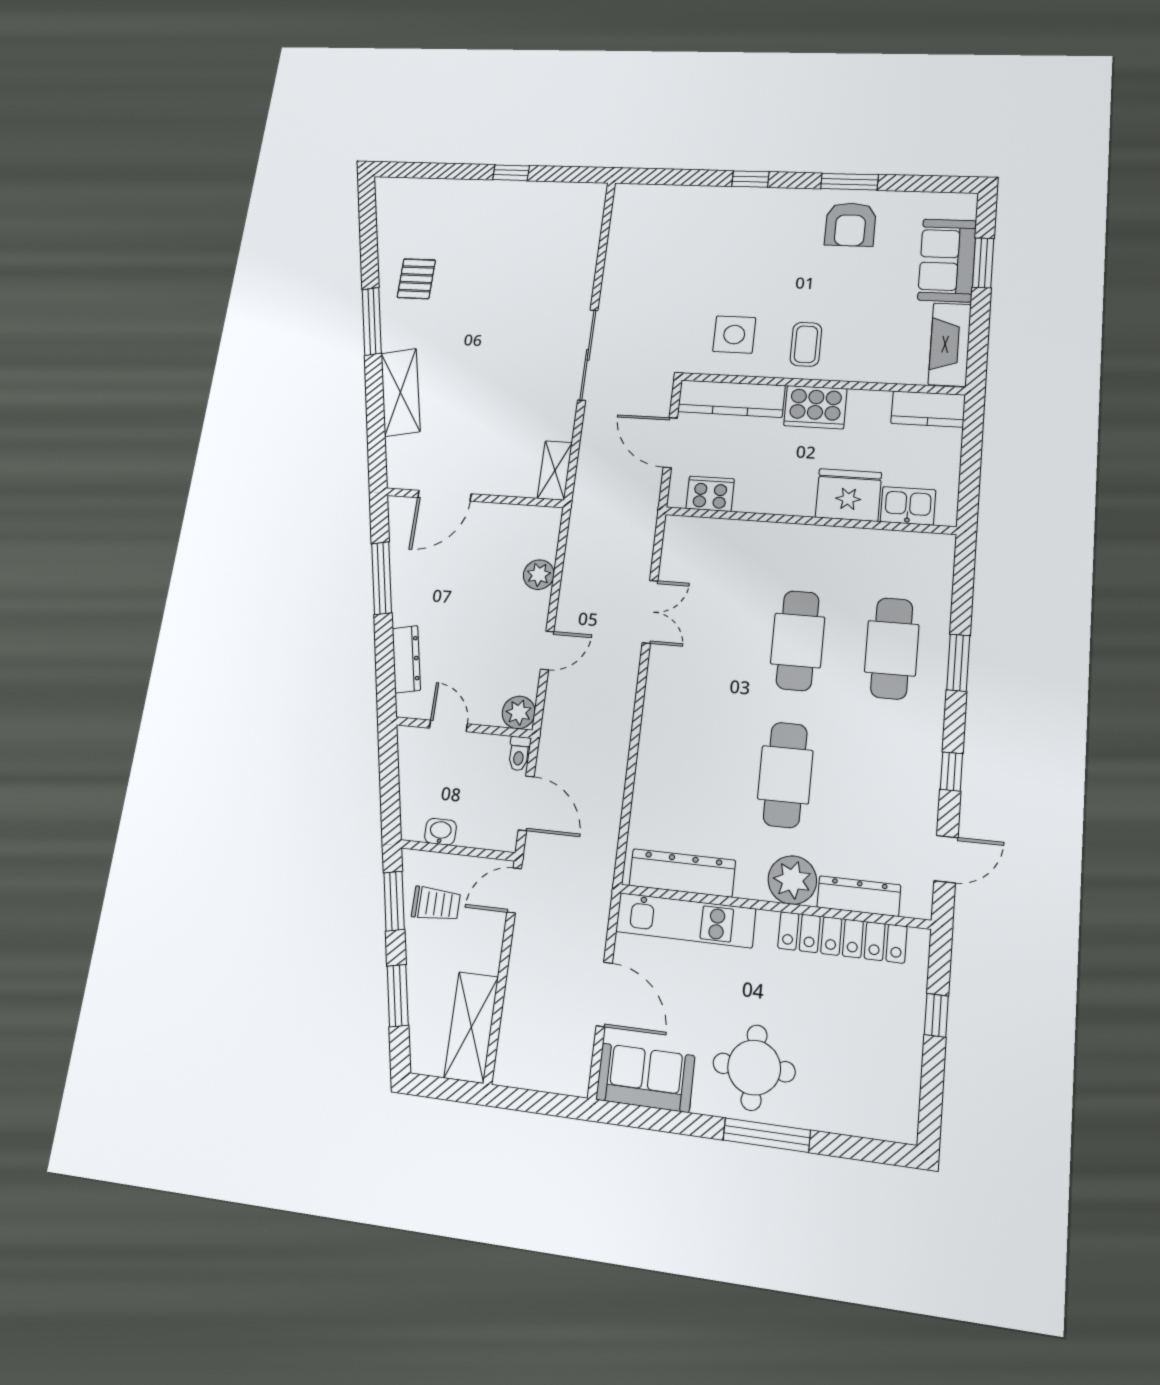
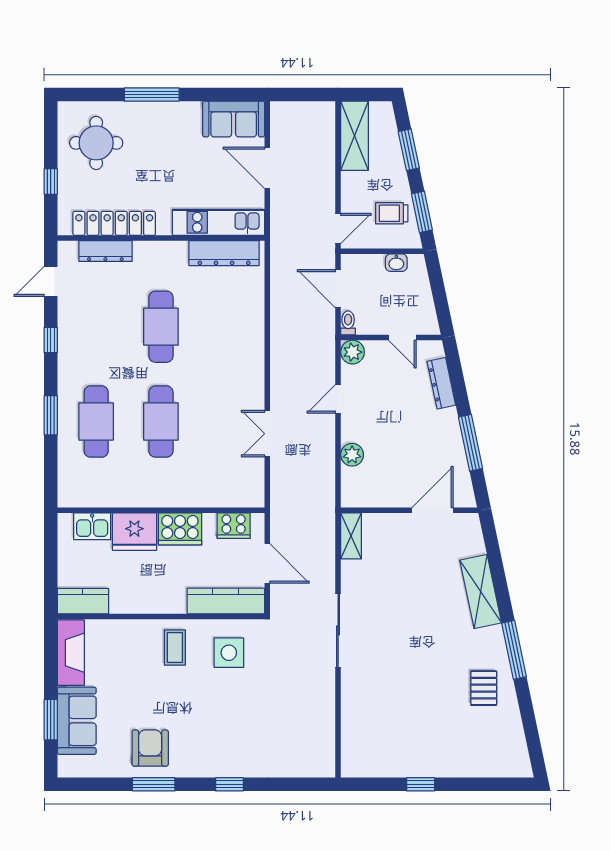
cooker: (815, 407) -> (180, 529), moved, turned 180
plant: (792, 880) -> (150, 257), removed
round table: (754, 1068) -> (96, 143), moved

